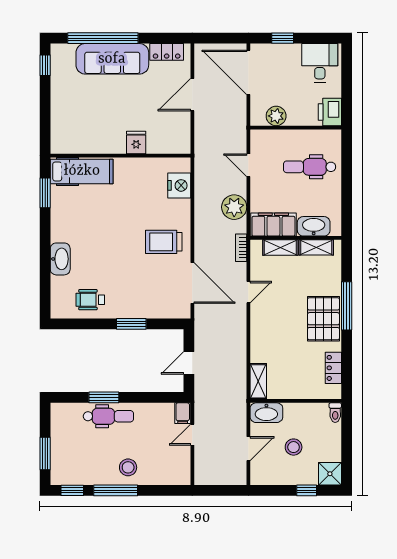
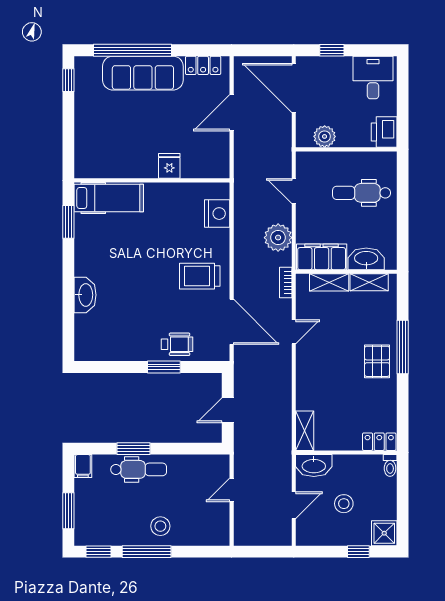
wheelchair: (90, 300) -> (177, 344), moved, turned 180
pallet: (323, 319) -> (377, 361), width x0.67, depth x0.71
locker: (333, 368) -> (379, 442), moved, turned 90
filing cabinet: (183, 413) -> (83, 466), moved

